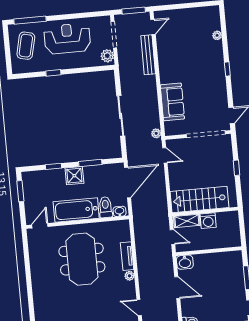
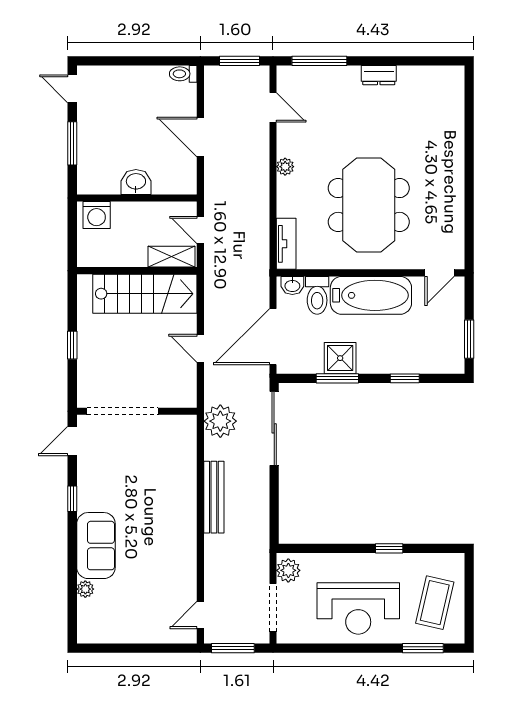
window: (30, 20) -> (423, 648), width x0.69
bench: (148, 55) -> (214, 497), moved
window: (227, 69) -> (72, 499), moved
sofa: (172, 102) -> (96, 546), moved, turned 180
sliding door: (121, 116) -> (274, 428), moved
plant: (156, 133) -> (220, 421), width x1.88, depth x1.88
door: (165, 155) -> (200, 348), moved
shower: (74, 176) -> (340, 358), moved
washing machine: (208, 221) -> (97, 215), moved, turned 180
tv unit: (127, 256) -> (286, 244), moved
washbasin: (185, 262) -> (136, 182), moved

